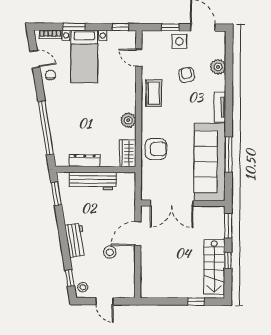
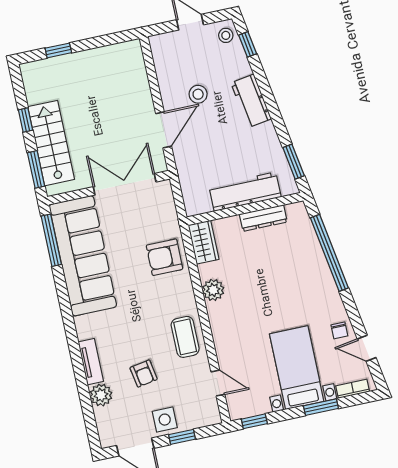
tv unit: (220, 107) -> (91, 362), moved
window: (229, 155) -> (51, 240), moved
stairs: (214, 267) -> (51, 143), moved

